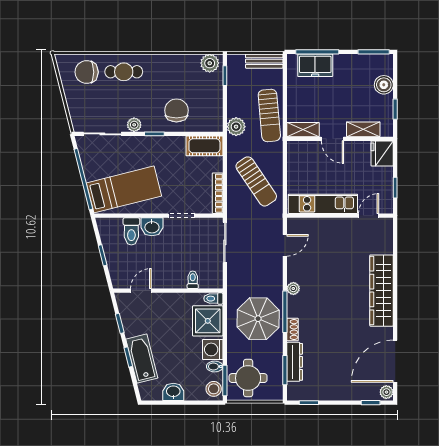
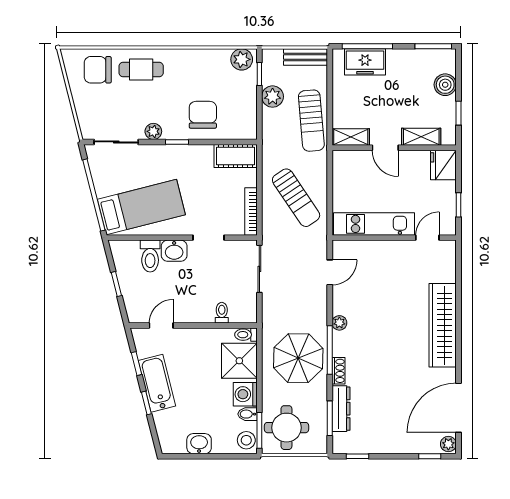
plant: (236, 127) -> (273, 97), moved
bathtub: (142, 359) -> (157, 383), moved

